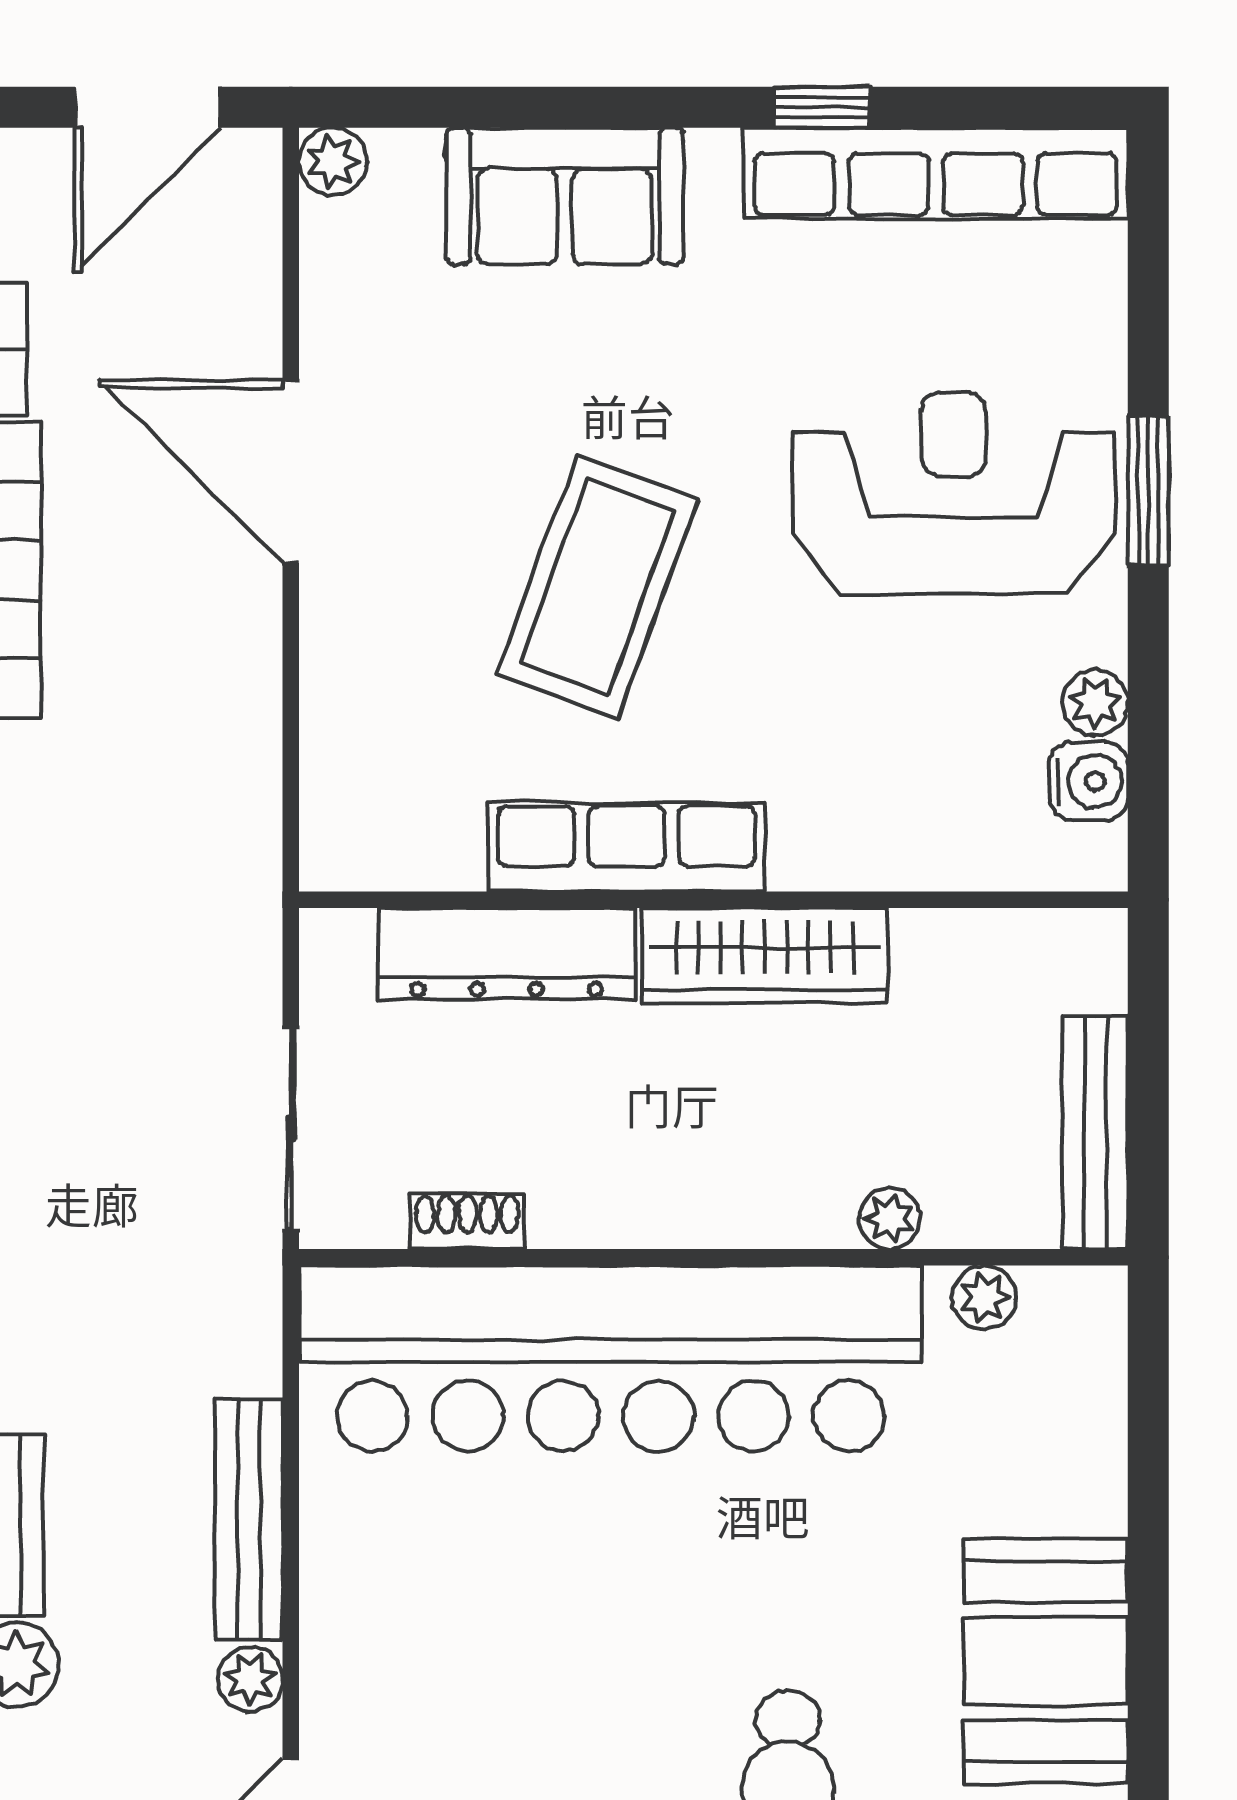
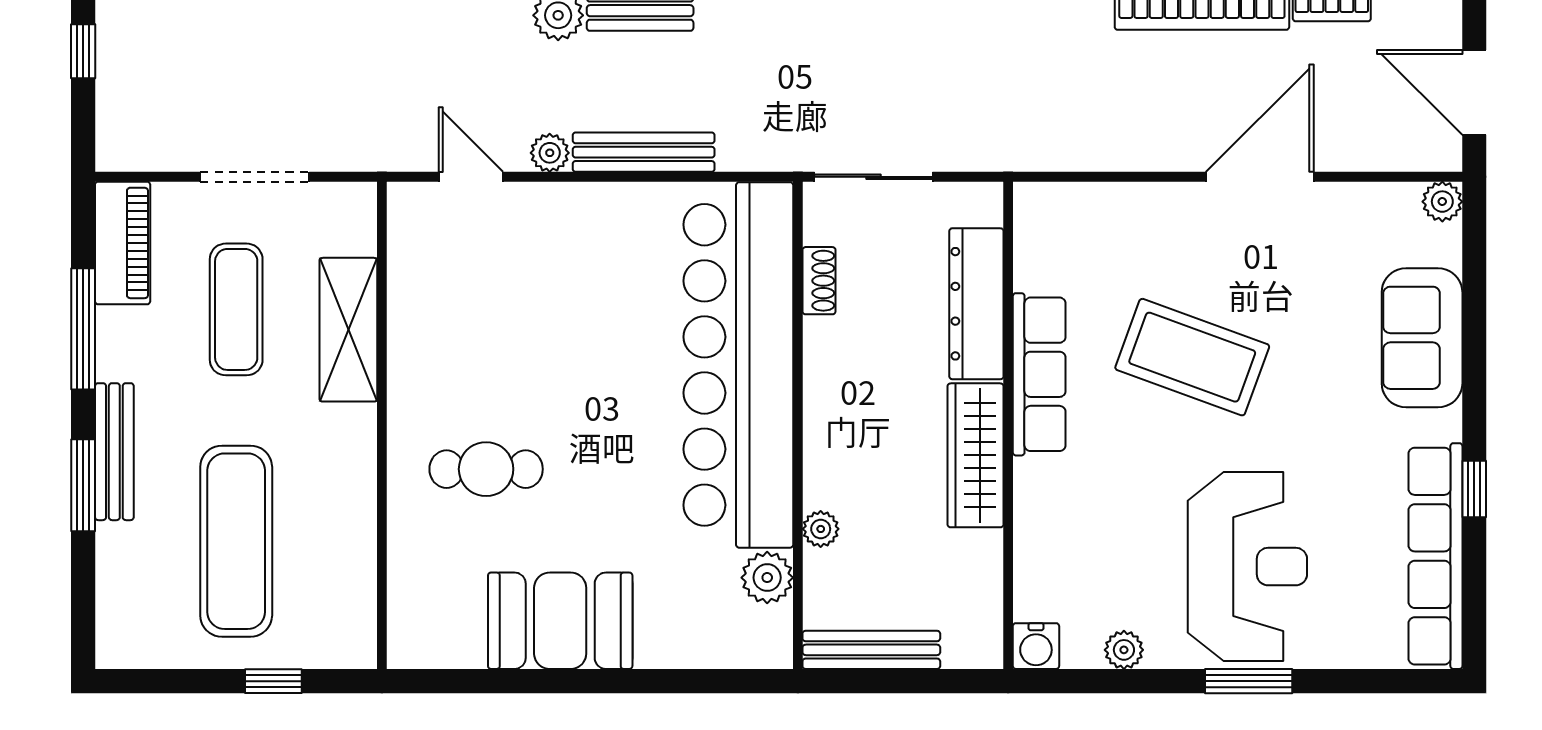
water cooler: (1089, 781) -> (1036, 646), moved
plant: (984, 1297) -> (767, 578), width x1.38, depth x1.38

